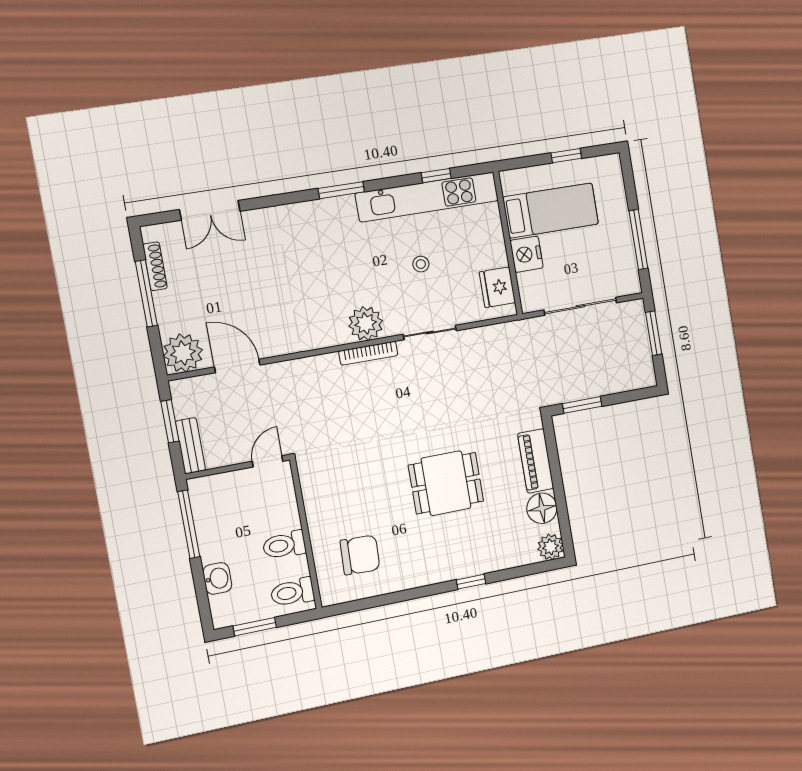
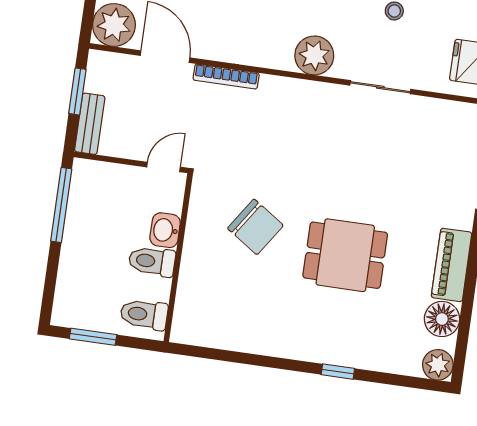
bookcase: (368, 353) -> (226, 76), moved
chair: (360, 555) -> (255, 227), moved, turned 32
washbasin: (217, 578) -> (165, 230), moved, turned 180

